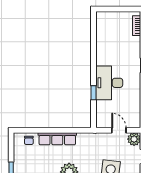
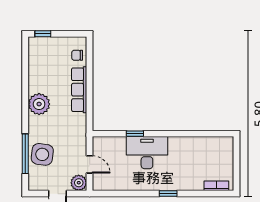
door: (119, 130) -> (90, 164), hinge flipped

